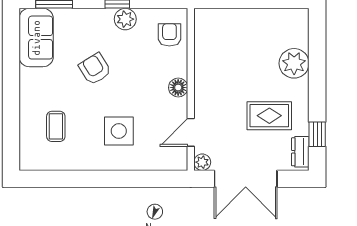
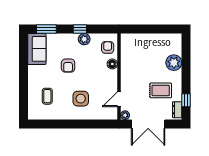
armchair: (95, 69) -> (68, 66), turned -148
floor lamp: (178, 88) -> (112, 64), moved

